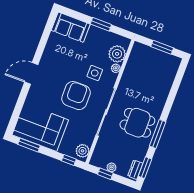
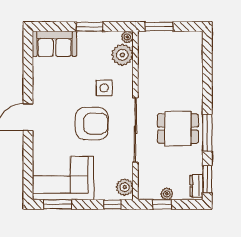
window: (162, 47) -> (159, 27), moved
plant: (116, 68) -> (127, 37), moved
armchair: (76, 96) -> (92, 124), turned 90

